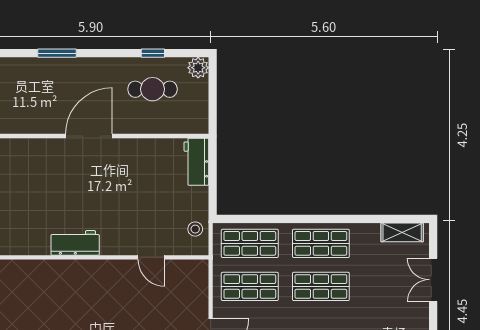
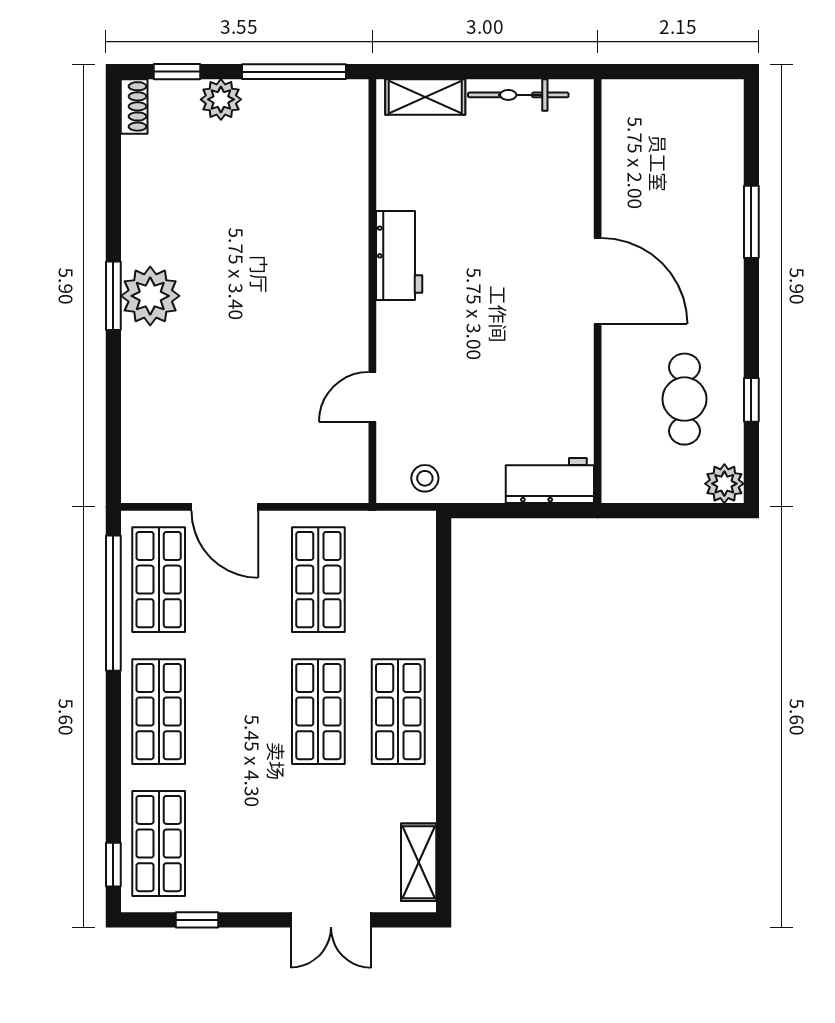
shop shelf: (250, 243) -> (398, 580), removed
double door: (433, 280) -> (331, 920), swing flipped

